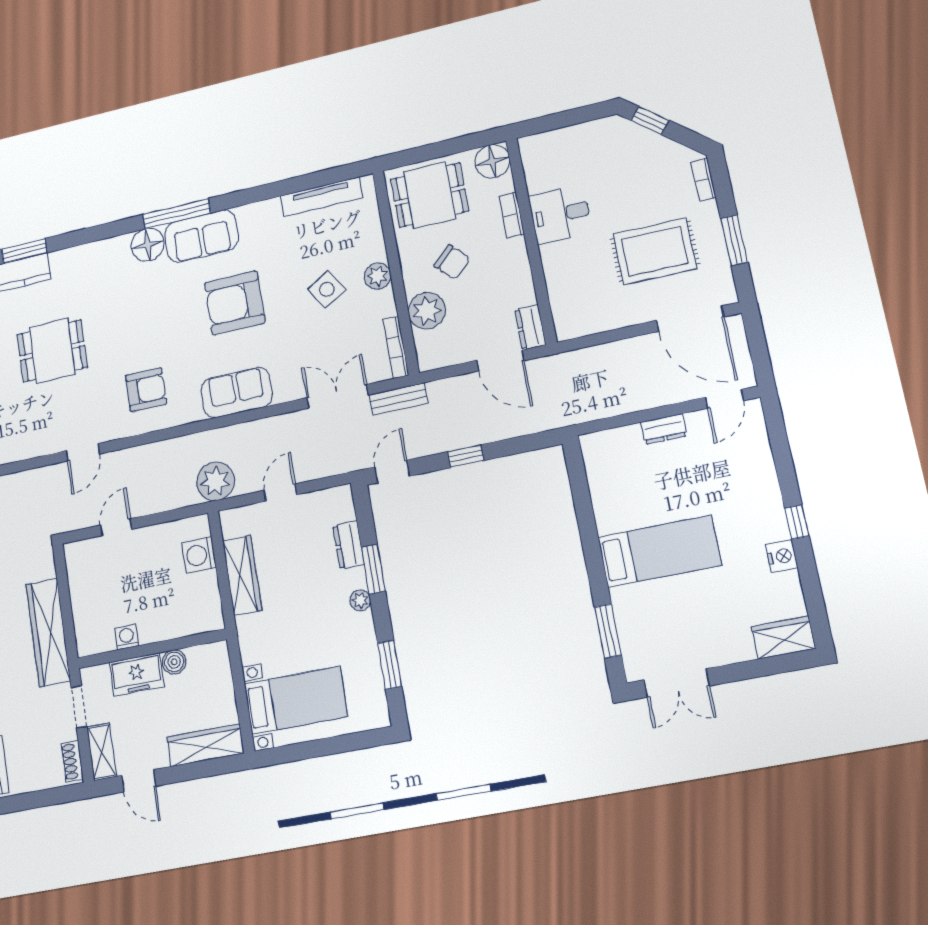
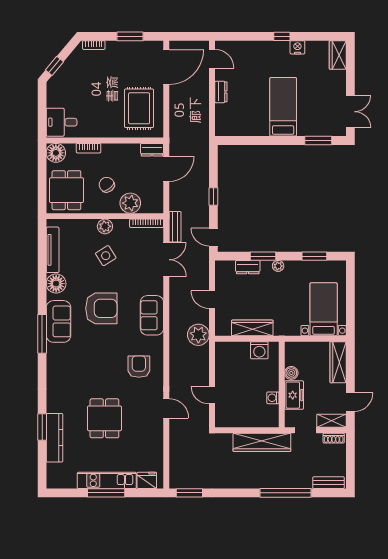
desk: (560, 214) -> (62, 122), moved, turned 90
floor lamp: (148, 245) -> (56, 284), moved
rug: (655, 251) -> (139, 108), moved
chair: (452, 262) -> (107, 185), turned -84
armchair: (235, 303) -> (101, 308), turned -90
double door: (338, 396) -> (166, 260), swing flipped
washing machine: (199, 555) -> (259, 350), moved

